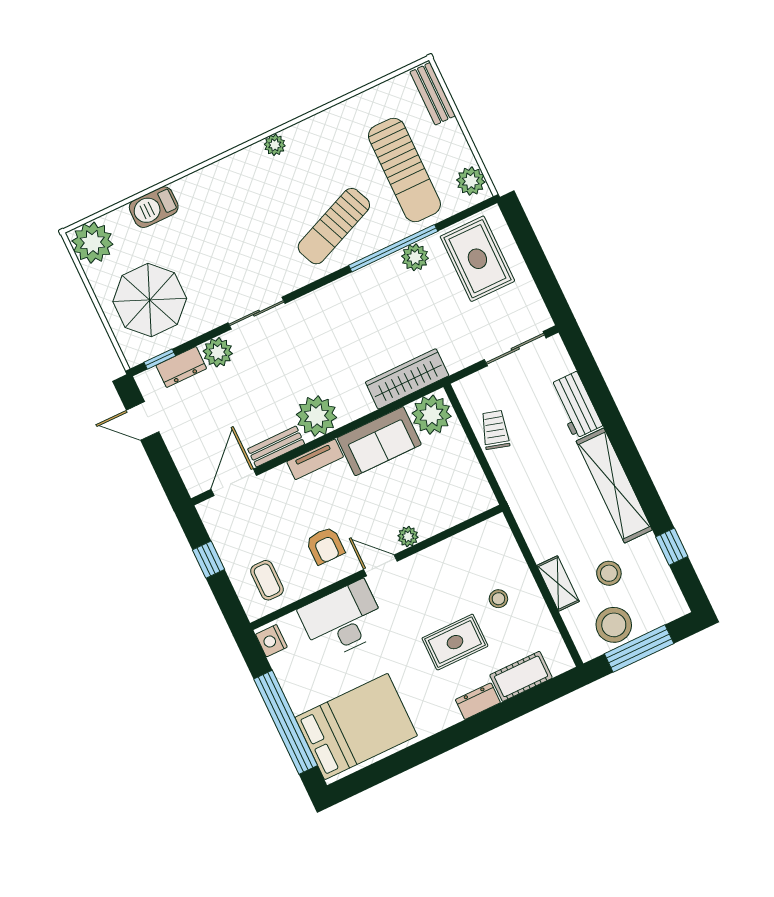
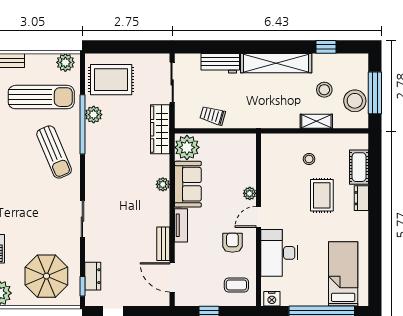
plant: (218, 352) -> (94, 252), removed
wardrobe: (407, 379) -> (160, 129), moved
plant: (317, 416) -> (163, 184), moved, width x0.53, depth x0.53
armchair: (325, 546) -> (232, 243), turned -90
bed: (356, 727) -> (343, 274), width x0.67

